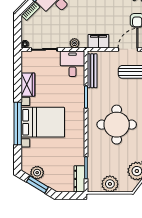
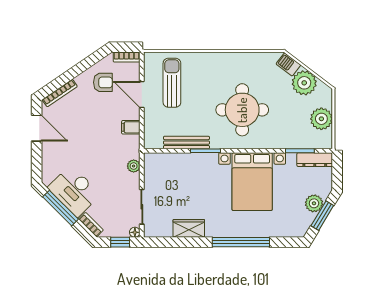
window: (18, 33) -> (120, 242), added
filing cabinet: (98, 41) -> (131, 127), width x0.50
desk: (73, 64) -> (161, 169), removed
bench: (92, 71) -> (186, 143), moved
bed with nightstands: (43, 122) -> (252, 182), moved, turned 180
plant: (37, 173) -> (314, 203), moved

